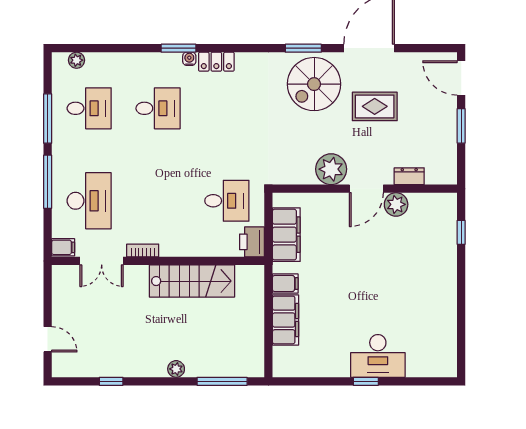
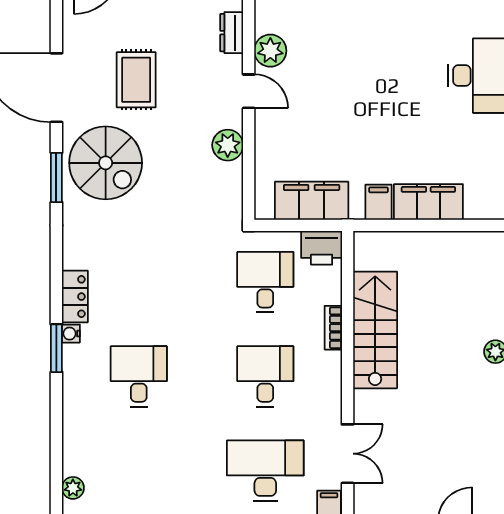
desk: (89, 108) -> (265, 376), moved
plant: (331, 169) -> (228, 145), width x0.73, depth x0.73
door: (366, 189) -> (249, 91), width x0.73
bookcase: (143, 251) -> (333, 328), moved

